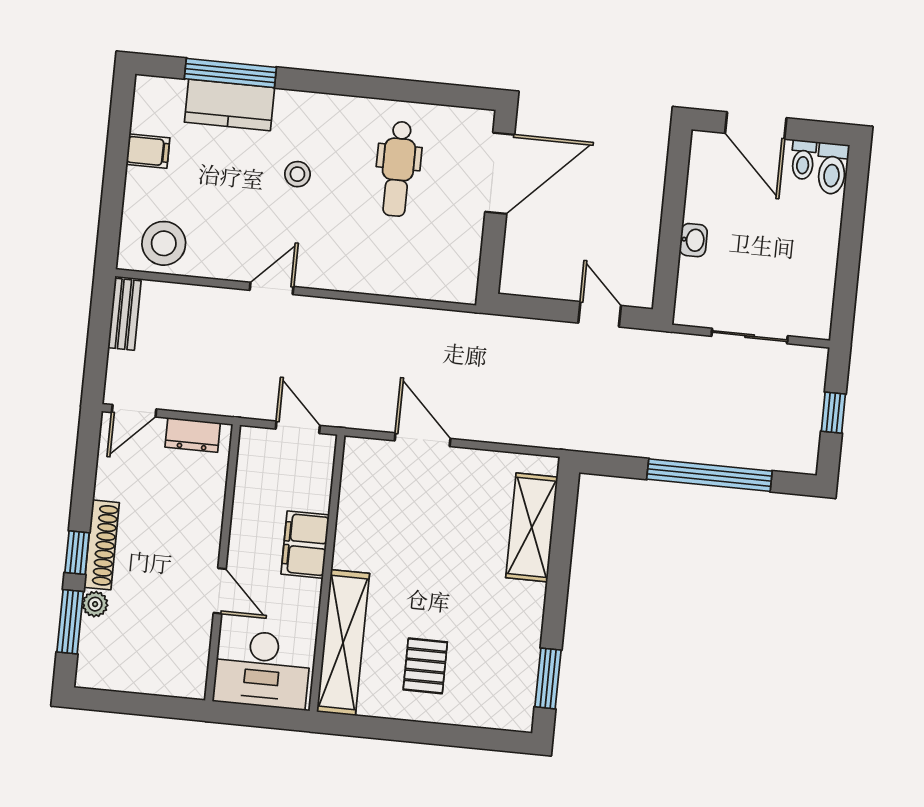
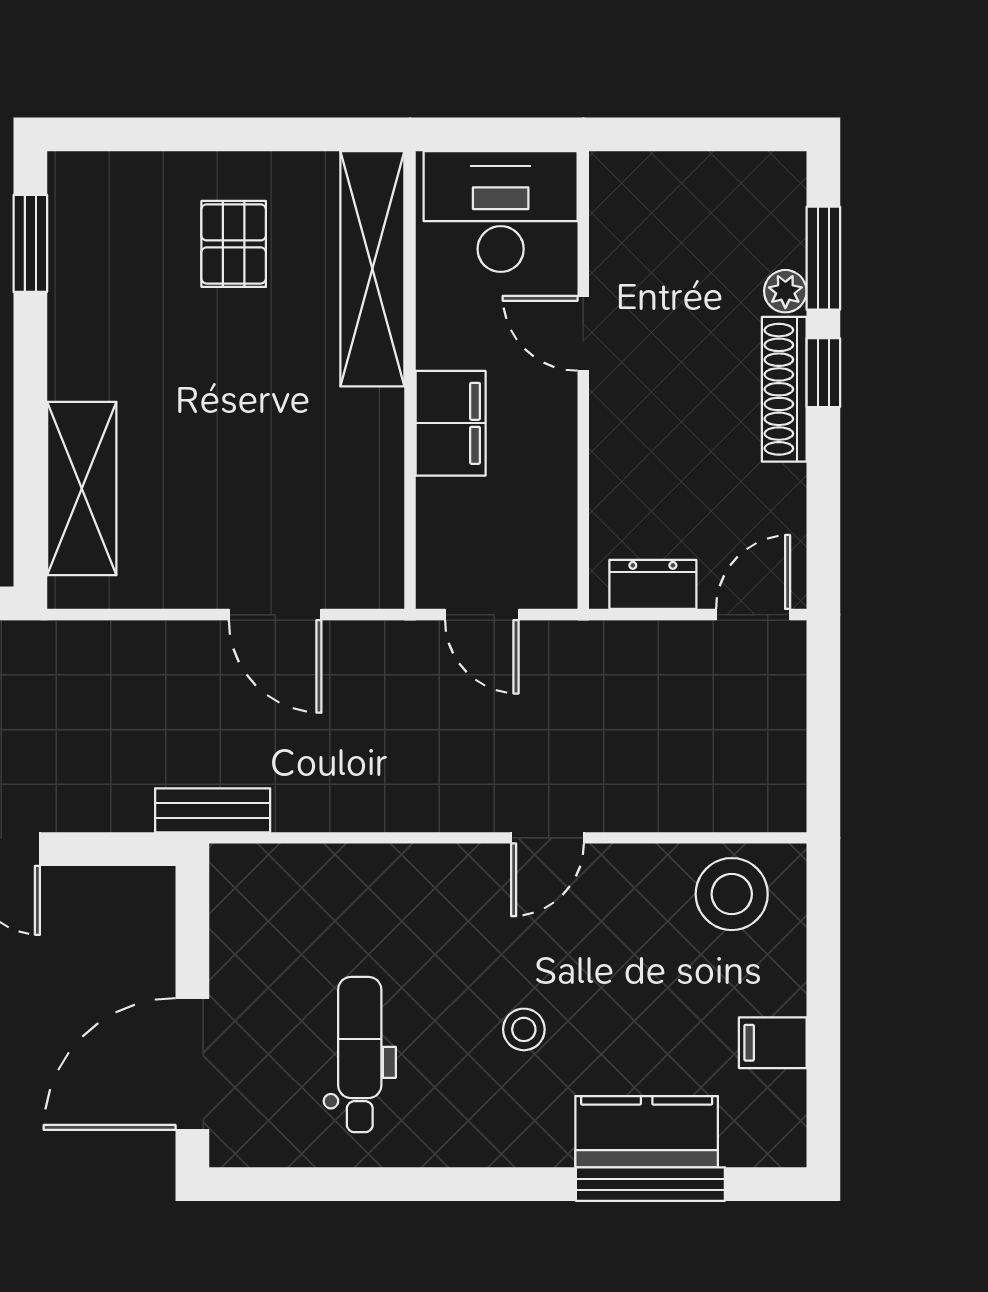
bench: (124, 314) -> (213, 810), moved, turned 90

